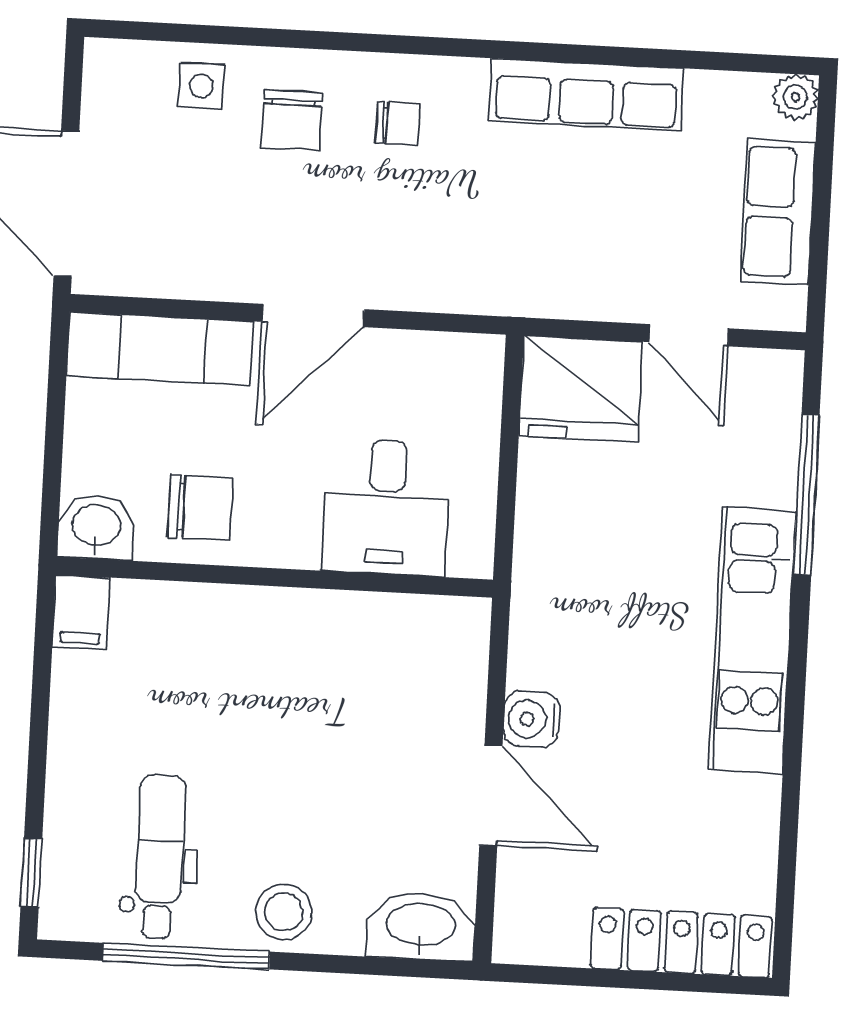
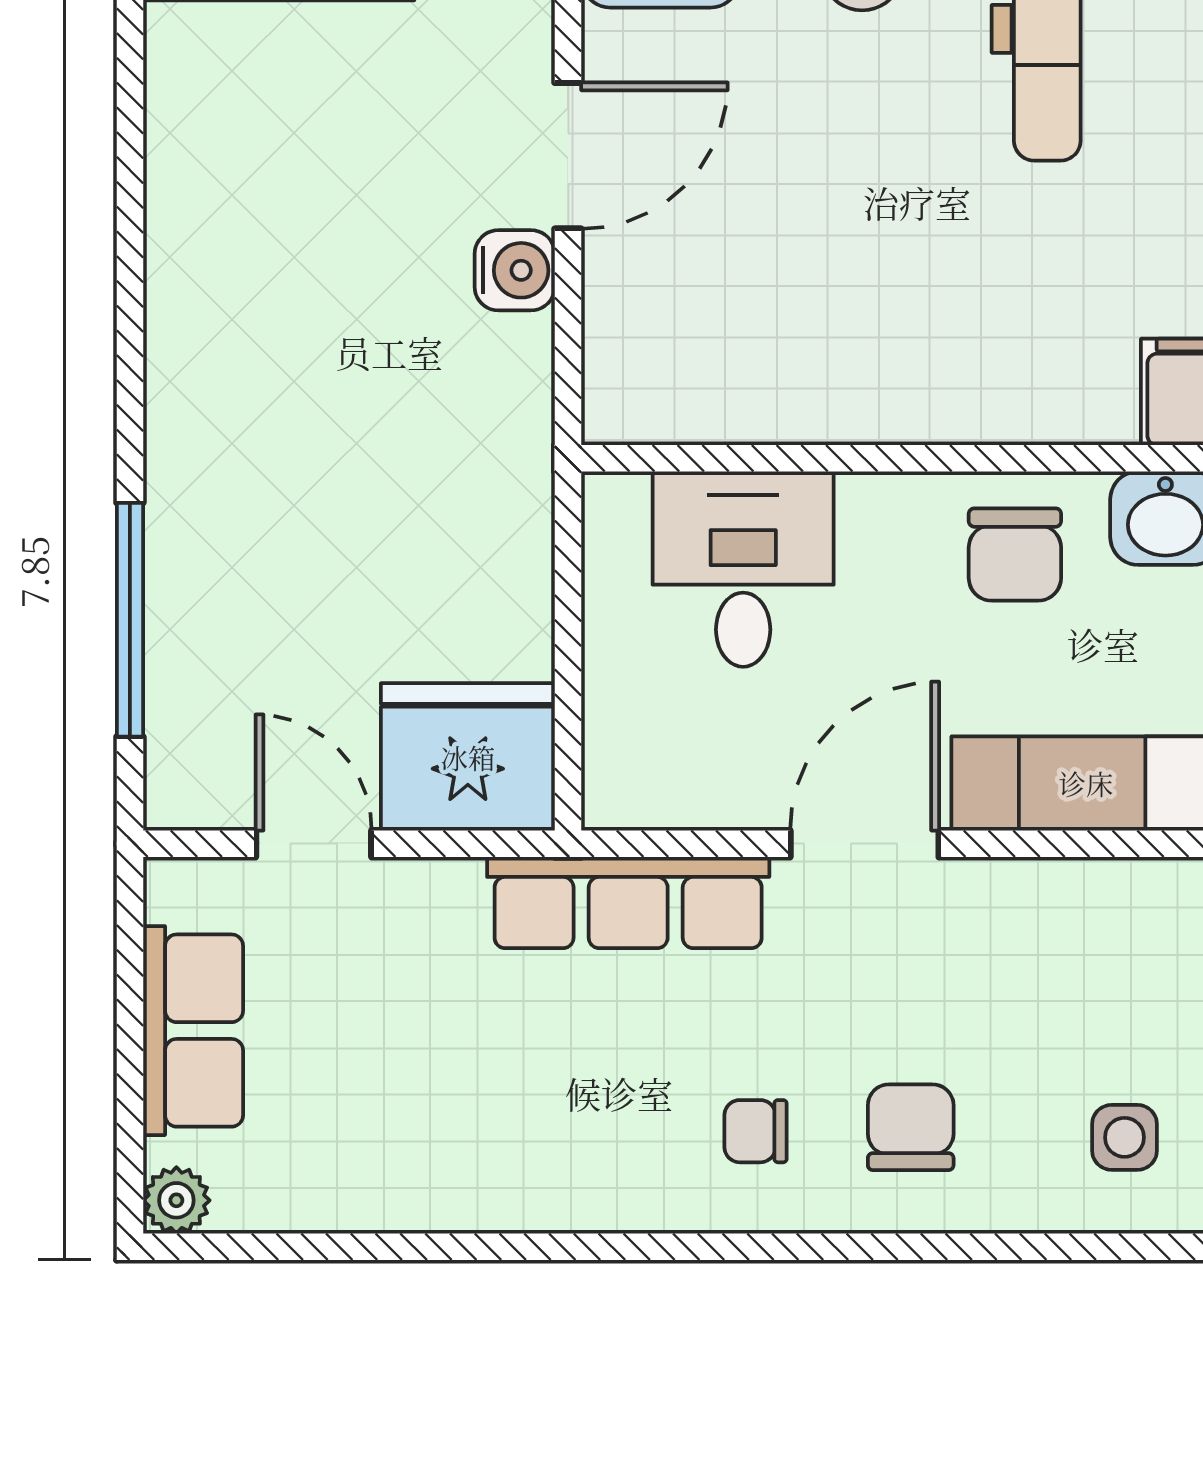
side table: (201, 86) -> (1125, 1137), moved
row of seats: (586, 94) -> (628, 903), moved, turned 180
chair: (200, 507) -> (1015, 554), turned -90
kitchen unit: (752, 640) -> (197, 403), removed
door: (491, 796) -> (568, 156), swing flipped

